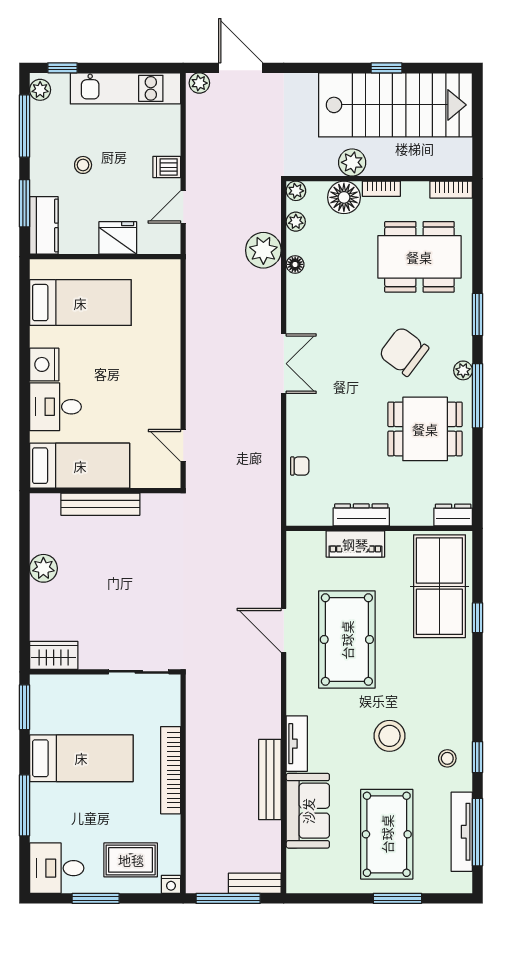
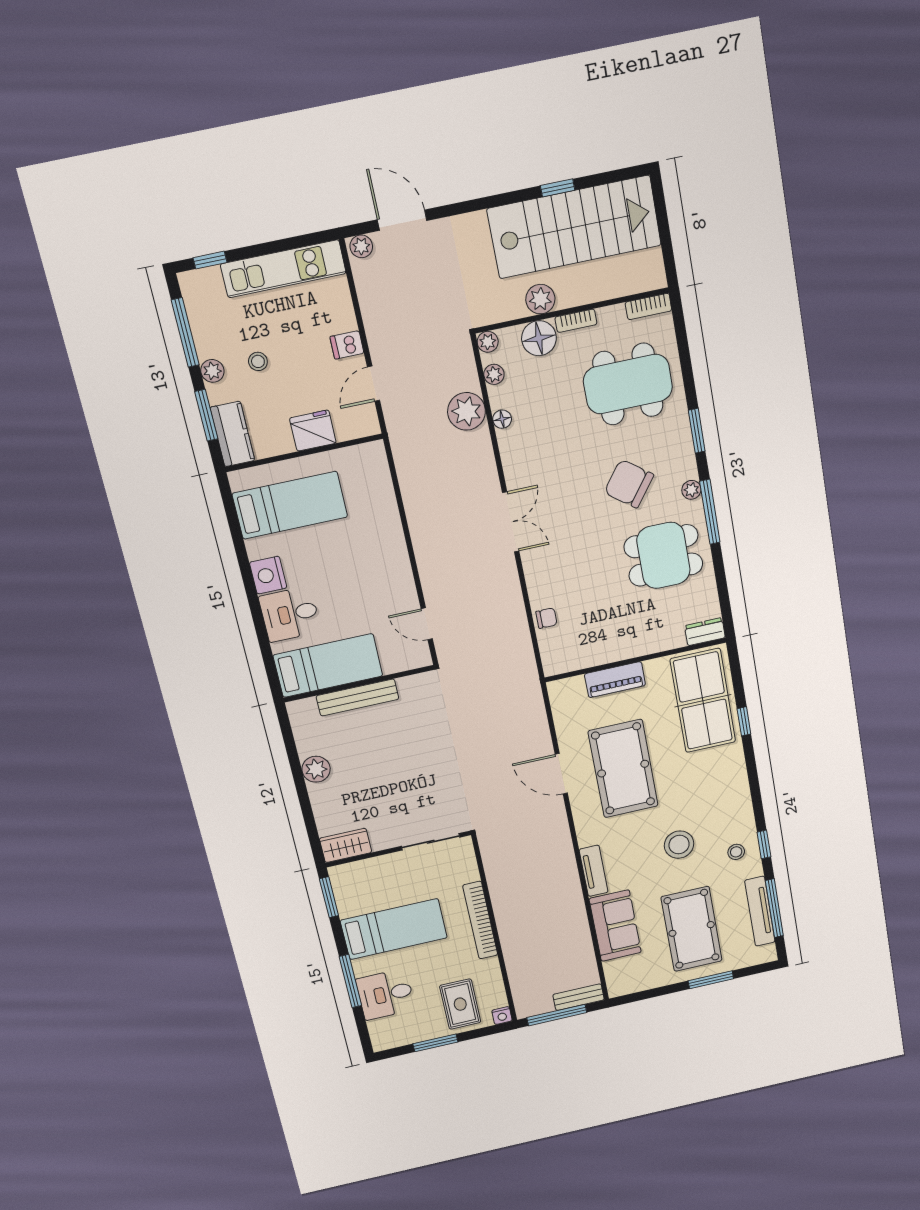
plant: (40, 90) -> (212, 371), moved
dresser: (361, 515) -> (616, 651), removed
bench: (270, 780) -> (575, 907), removed
rug: (131, 860) -> (460, 1004), turned 90
desk: (57, 868) -> (386, 994), moved

